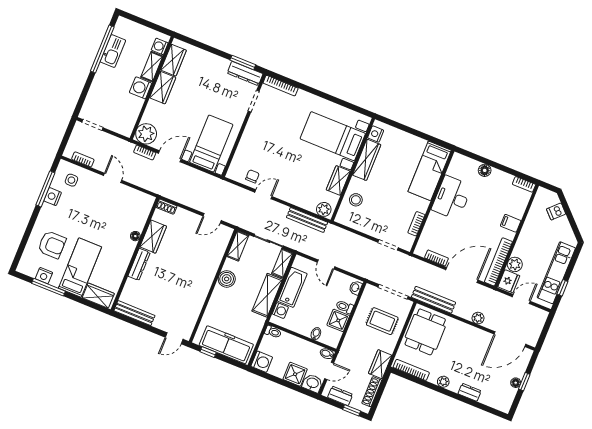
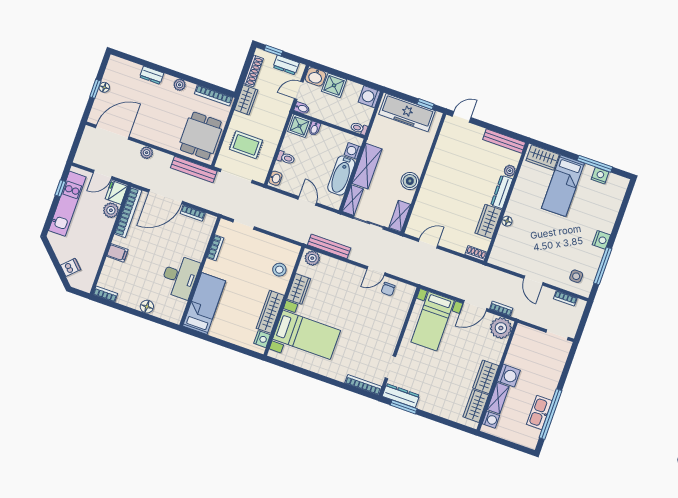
nightstand: (53, 197) -> (601, 240), moved
armchair: (52, 245) -> (593, 208), removed
plant: (130, 284) -> (510, 171), added
shower: (338, 320) -> (299, 126), moved

